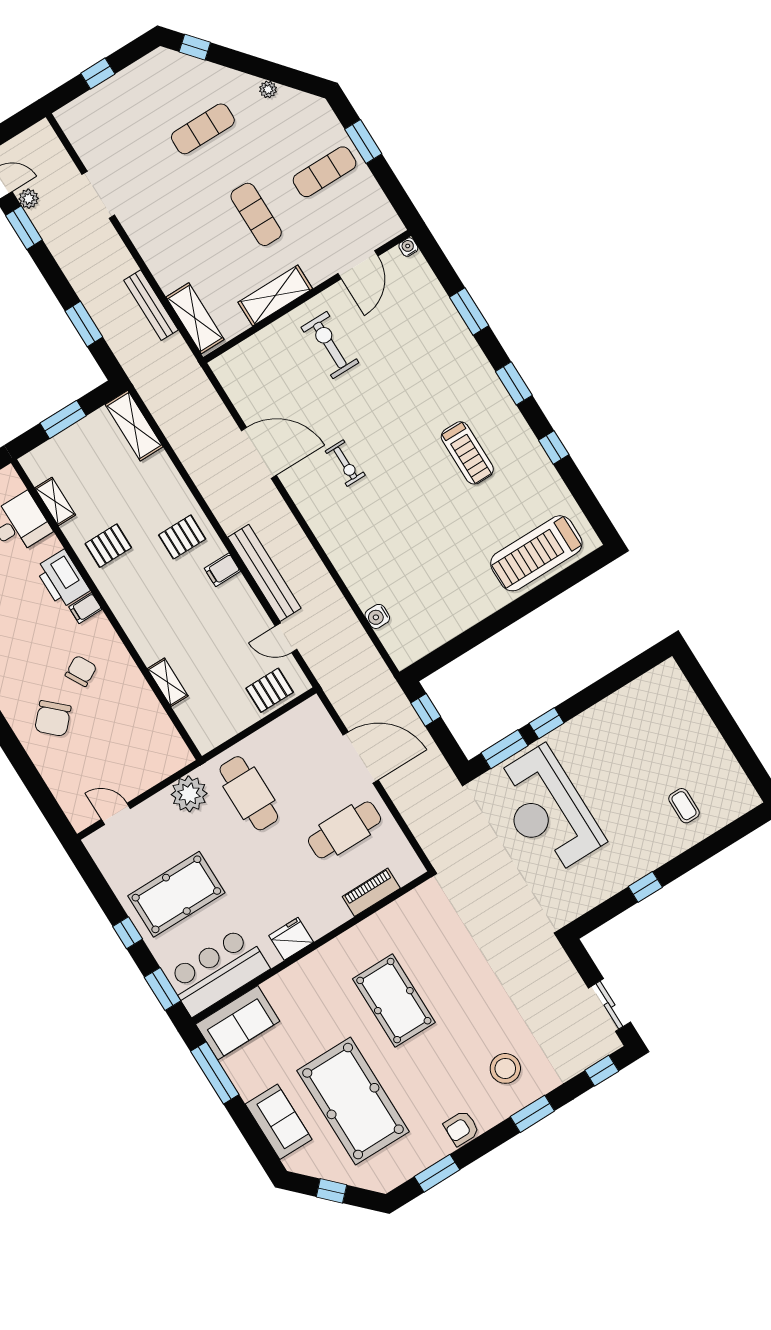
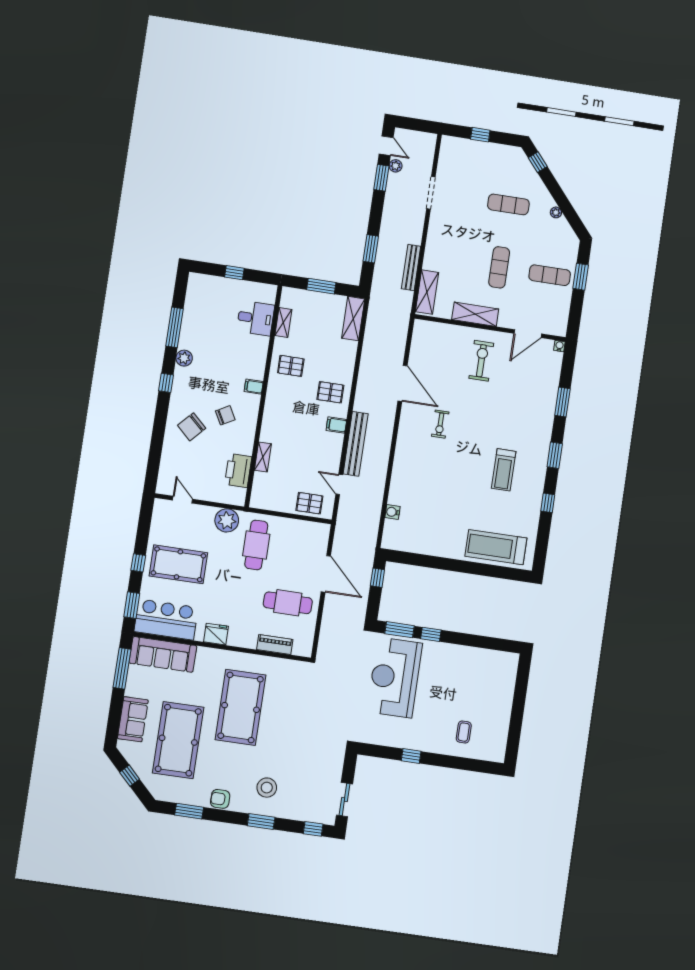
printer: (62, 579) -> (238, 471), moved
pool table: (394, 1001) -> (241, 707), width x1.36, depth x1.32
sofa: (238, 1023) -> (163, 654), width x1.36

